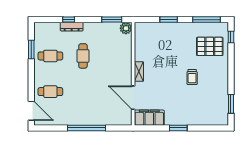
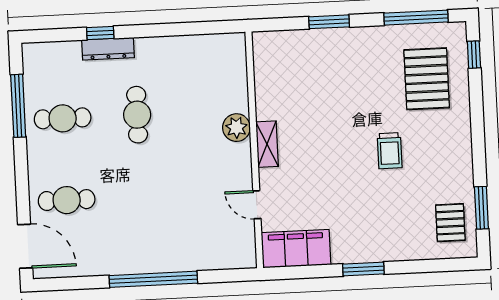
window: (112, 20) -> (199, 28), removed
plant: (126, 28) -> (236, 128), moved
pallet: (210, 46) -> (427, 79), turned 90
window: (31, 50) -> (18, 106), width x1.44
door: (133, 98) -> (257, 205), width x0.53
pallet: (217, 110) -> (450, 223), added

